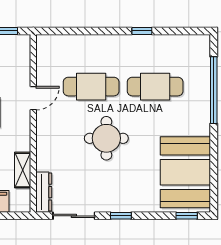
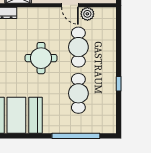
plant: (45, 74) -> (87, 14), added

